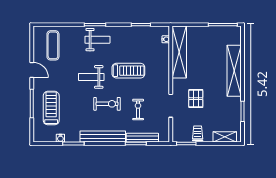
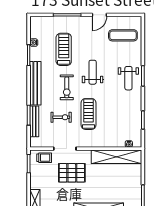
treadmill: (128, 71) -> (89, 114), moved, turned 180
pallet: (196, 99) -> (72, 173), width x1.50, depth x1.42
treadmill: (51, 108) -> (64, 49), moved, turned -90
trolley: (198, 133) -> (44, 158), moved

